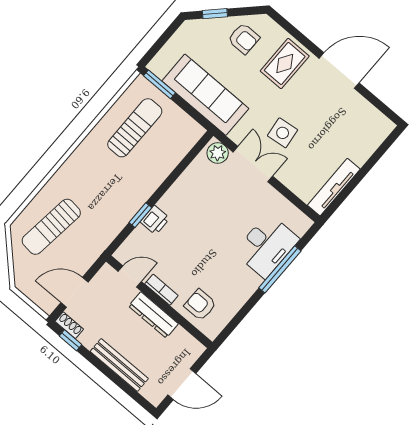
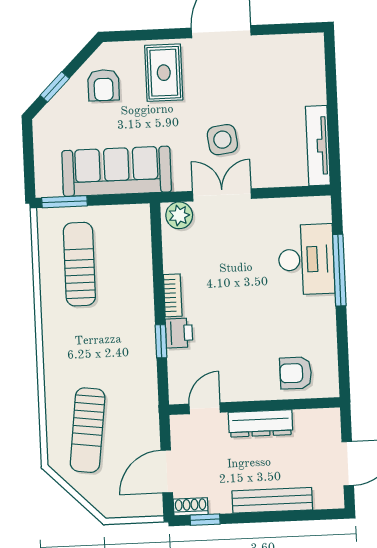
armchair: (244, 39) -> (103, 85), turned 90
bookcase: (161, 290) -> (173, 295), moved, turned 90

